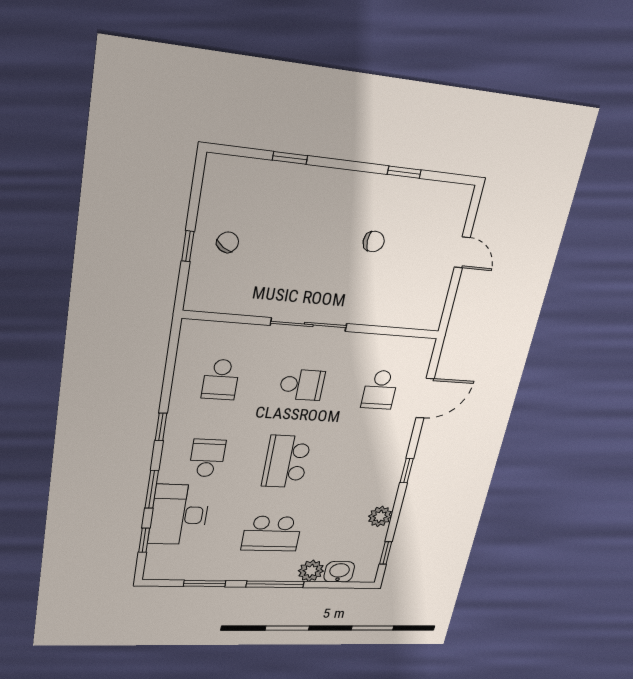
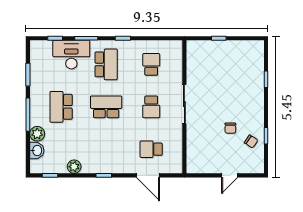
chair: (228, 242) -> (251, 141), moved
school desk: (221, 380) -> (151, 64), turned 90
school desk: (207, 458) -> (106, 64), width x1.85

